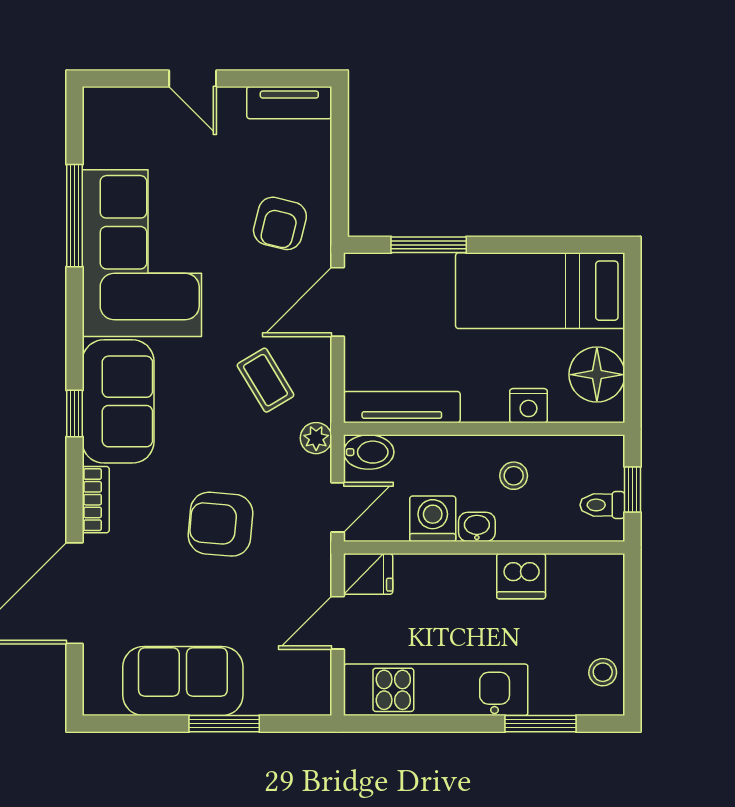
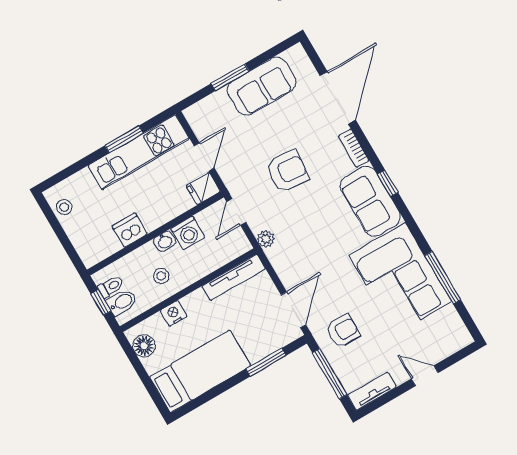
window: (340, 169) -> (330, 374), added
armchair: (280, 223) -> (343, 331), turned 76
floor lamp: (597, 375) -> (144, 346), width x0.73, depth x0.73
coffee table: (265, 380) -> (306, 252), removed
bidet: (369, 452) -> (122, 302), moved, turned 180
window: (540, 724) -> (124, 139), moved

